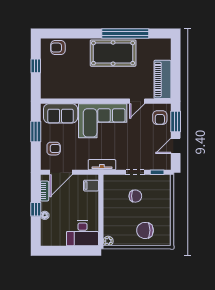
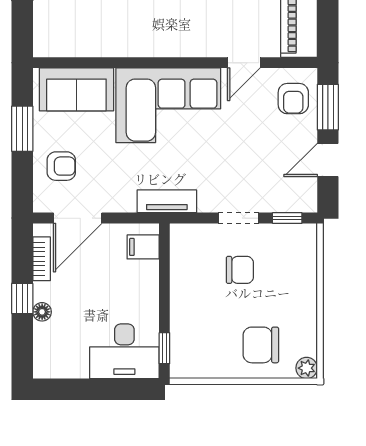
window: (101, 232) -> (164, 348), added
plant: (108, 241) -> (307, 368), moved

